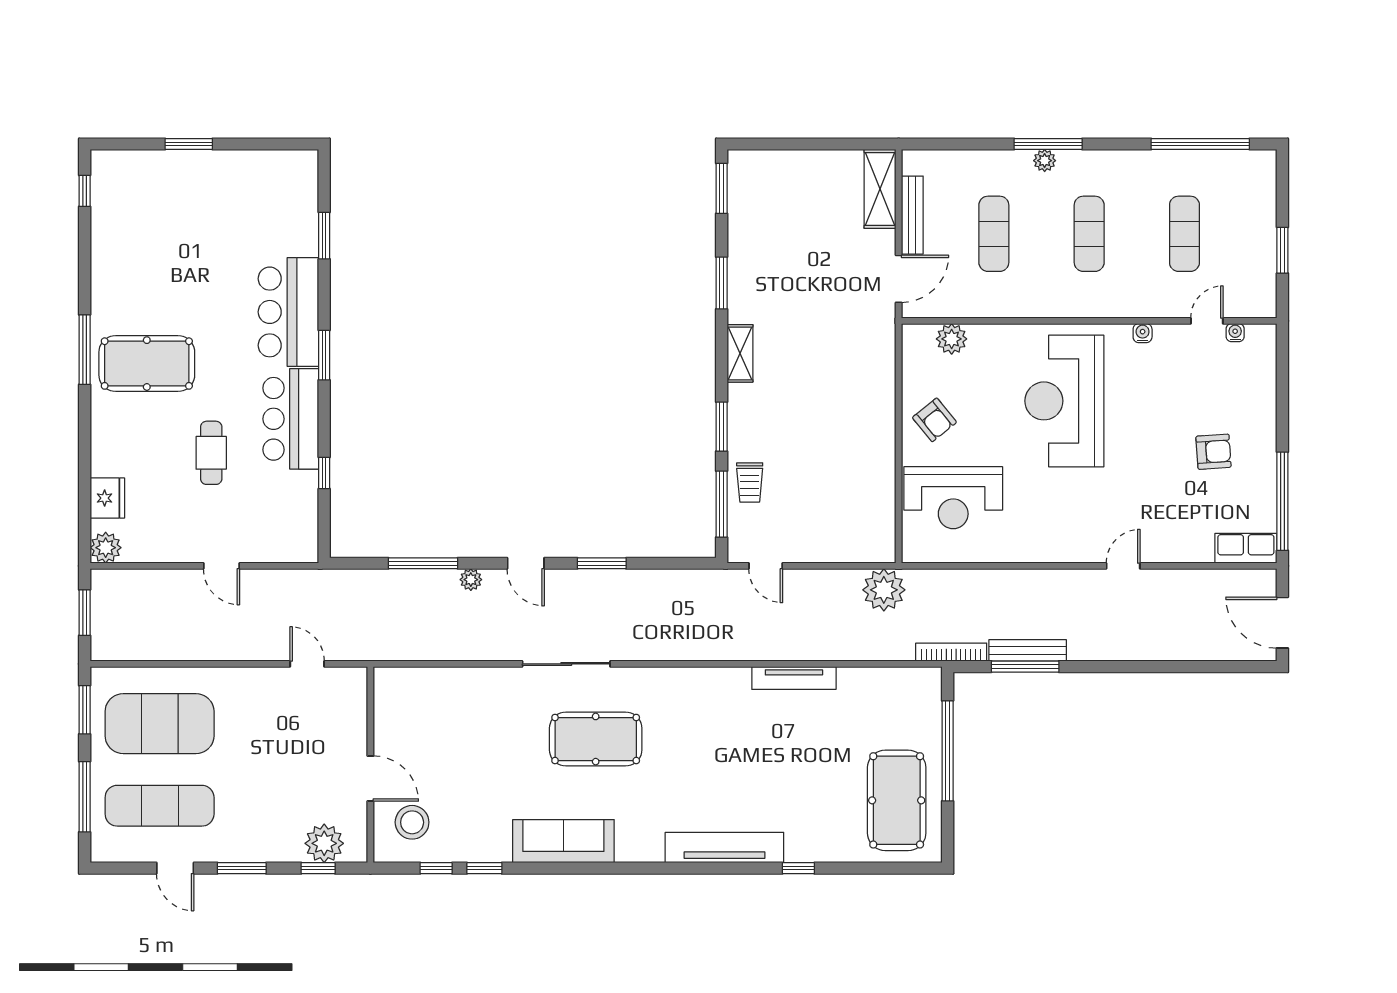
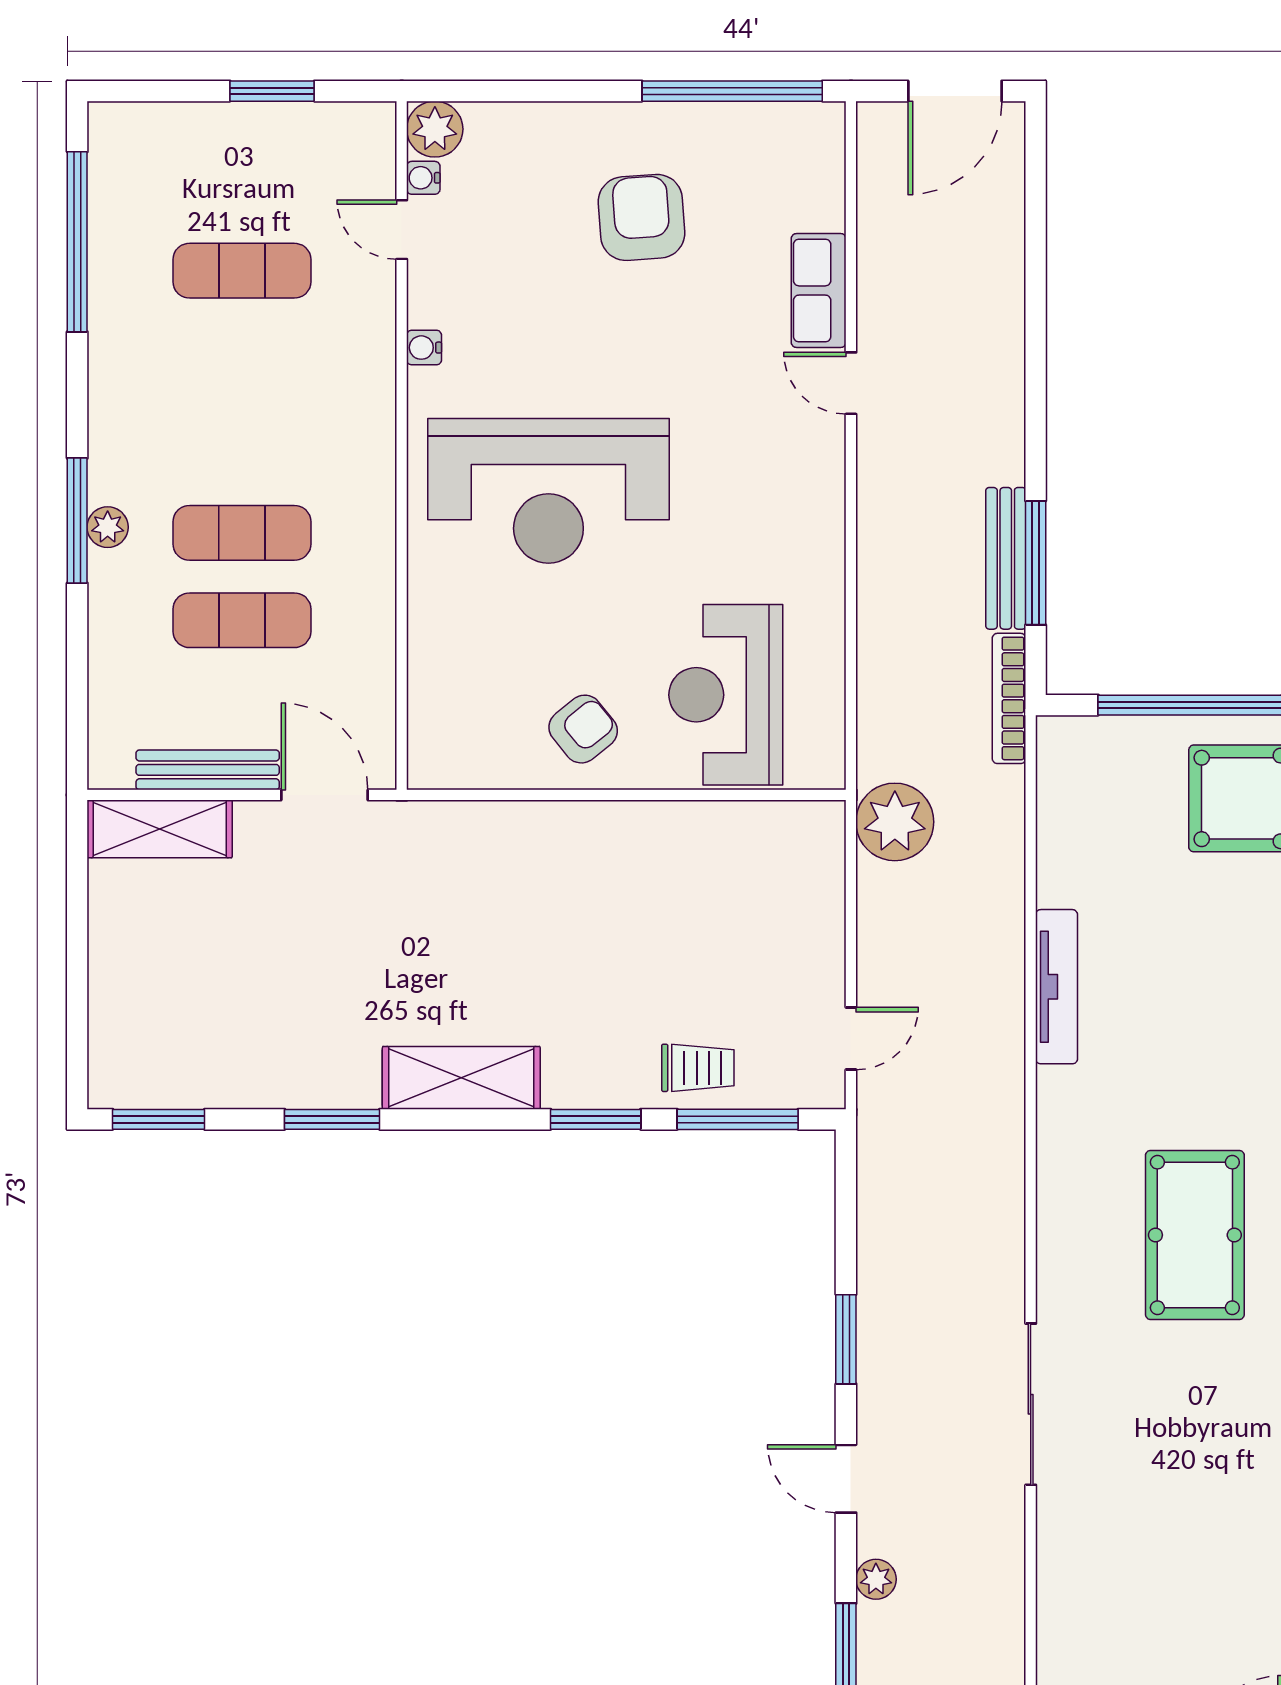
exercise mat: (1089, 234) -> (242, 533), moved
plant: (952, 339) -> (435, 129), moved
shelving: (740, 353) -> (461, 1078), width x1.50, depth x1.33
armchair: (1214, 452) -> (642, 217), width x1.38, depth x1.38
reception desk: (953, 498) -> (726, 695), turned 180
row of seats: (1246, 548) -> (819, 290), moved
door: (526, 563) -> (846, 1479), swing flipped
pool table: (596, 739) -> (1195, 1235), moved

